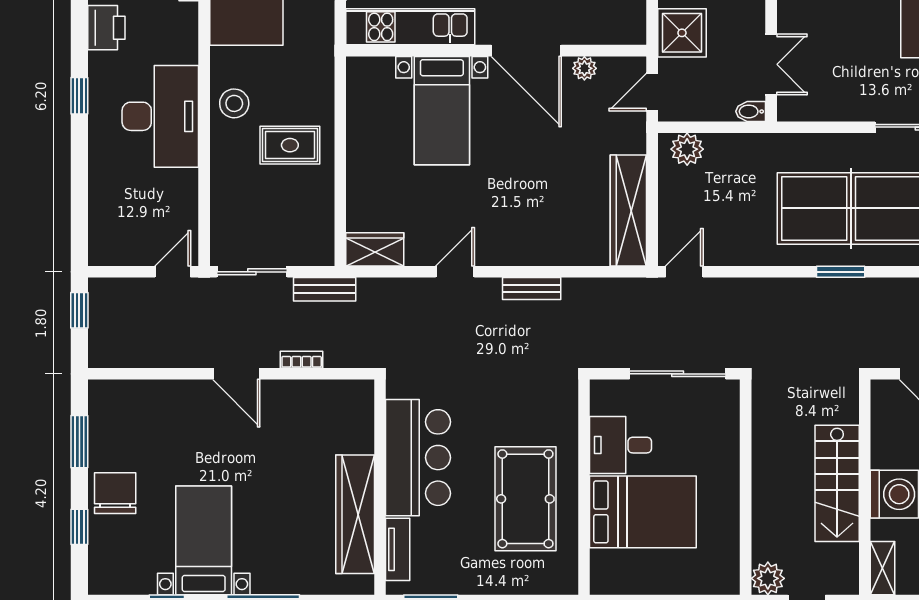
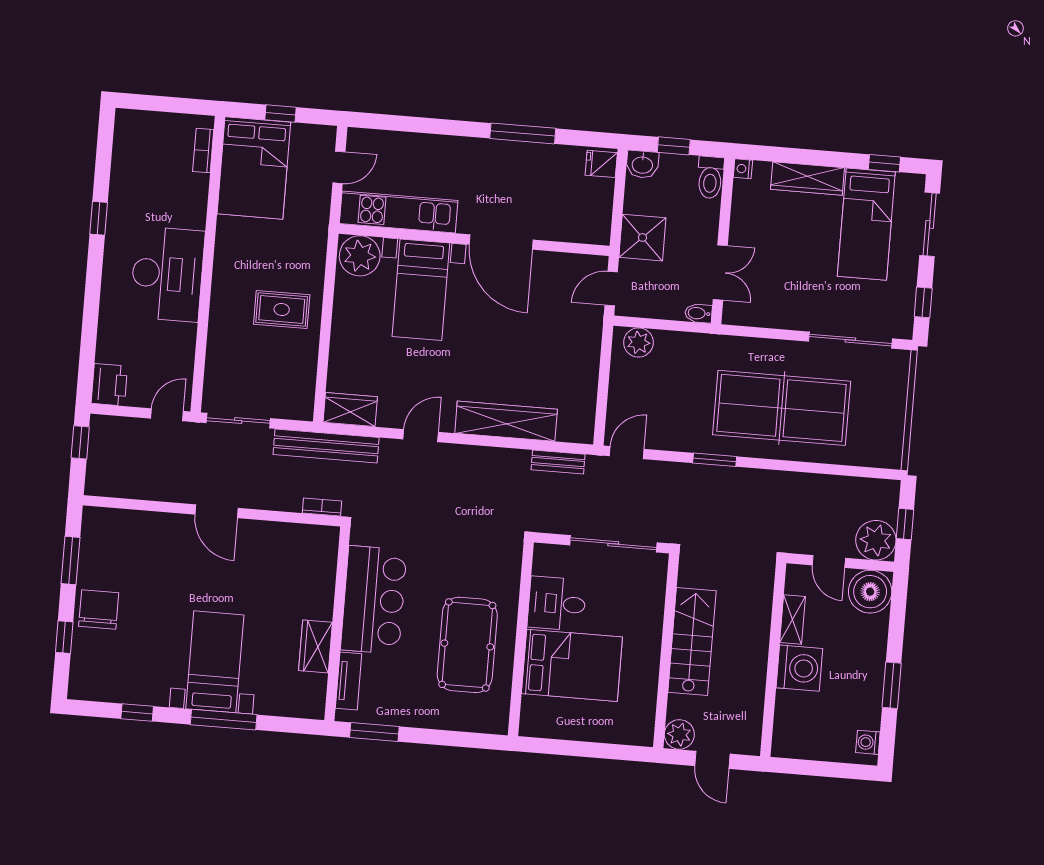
printer: (106, 28) -> (109, 385), moved
plant: (584, 68) -> (360, 256), moved, width x1.88, depth x1.88
window: (79, 96) -> (99, 218), moved
stool: (234, 103) -> (235, 268), removed
wardrobe: (628, 211) -> (506, 421), moved, turned 90
window: (841, 272) -> (715, 460), moved
bench: (325, 289) -> (326, 446), width x1.86, depth x1.21
bench: (532, 289) -> (558, 462), moved
bookcase: (302, 360) -> (322, 507), moved
stairs: (837, 483) -> (692, 642), moved, turned 180
wardrobe: (355, 514) -> (315, 646), width x0.48, depth x0.85
bed with nightstands: (204, 540) -> (215, 662), moved
shelving: (882, 568) -> (793, 620), moved

